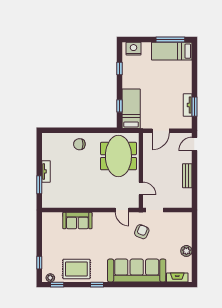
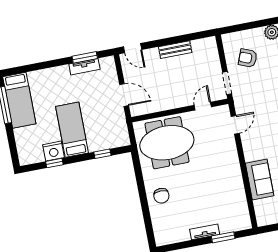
nightstand: (134, 49) -> (53, 151), moved, turned -90
bed: (131, 109) -> (72, 130), moved, turned 90
armchair: (142, 232) -> (248, 58), moved

